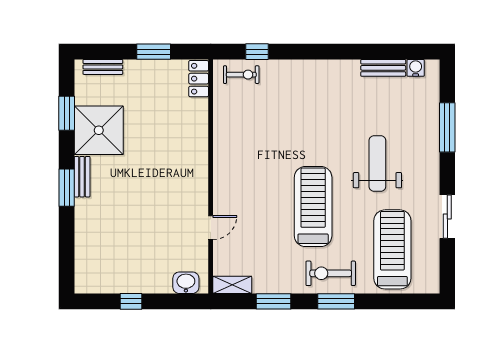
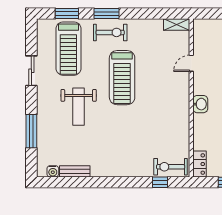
exercise bike: (241, 75) -> (171, 167), width x1.38, depth x1.39
washbasin: (186, 283) -> (200, 104), moved, turned -90
window: (273, 301) -> (67, 14), moved

